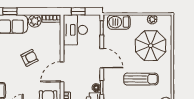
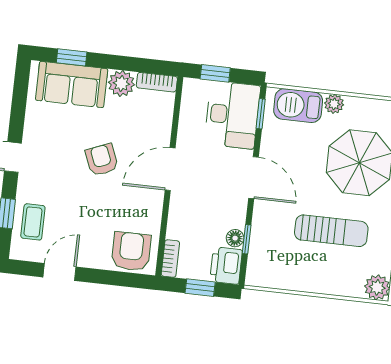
plant: (152, 19) -> (334, 104), moved
desk: (75, 30) -> (232, 115), moved, turned 180
armchair: (29, 58) -> (102, 160), turned -85
door: (62, 72) -> (170, 169), moved

